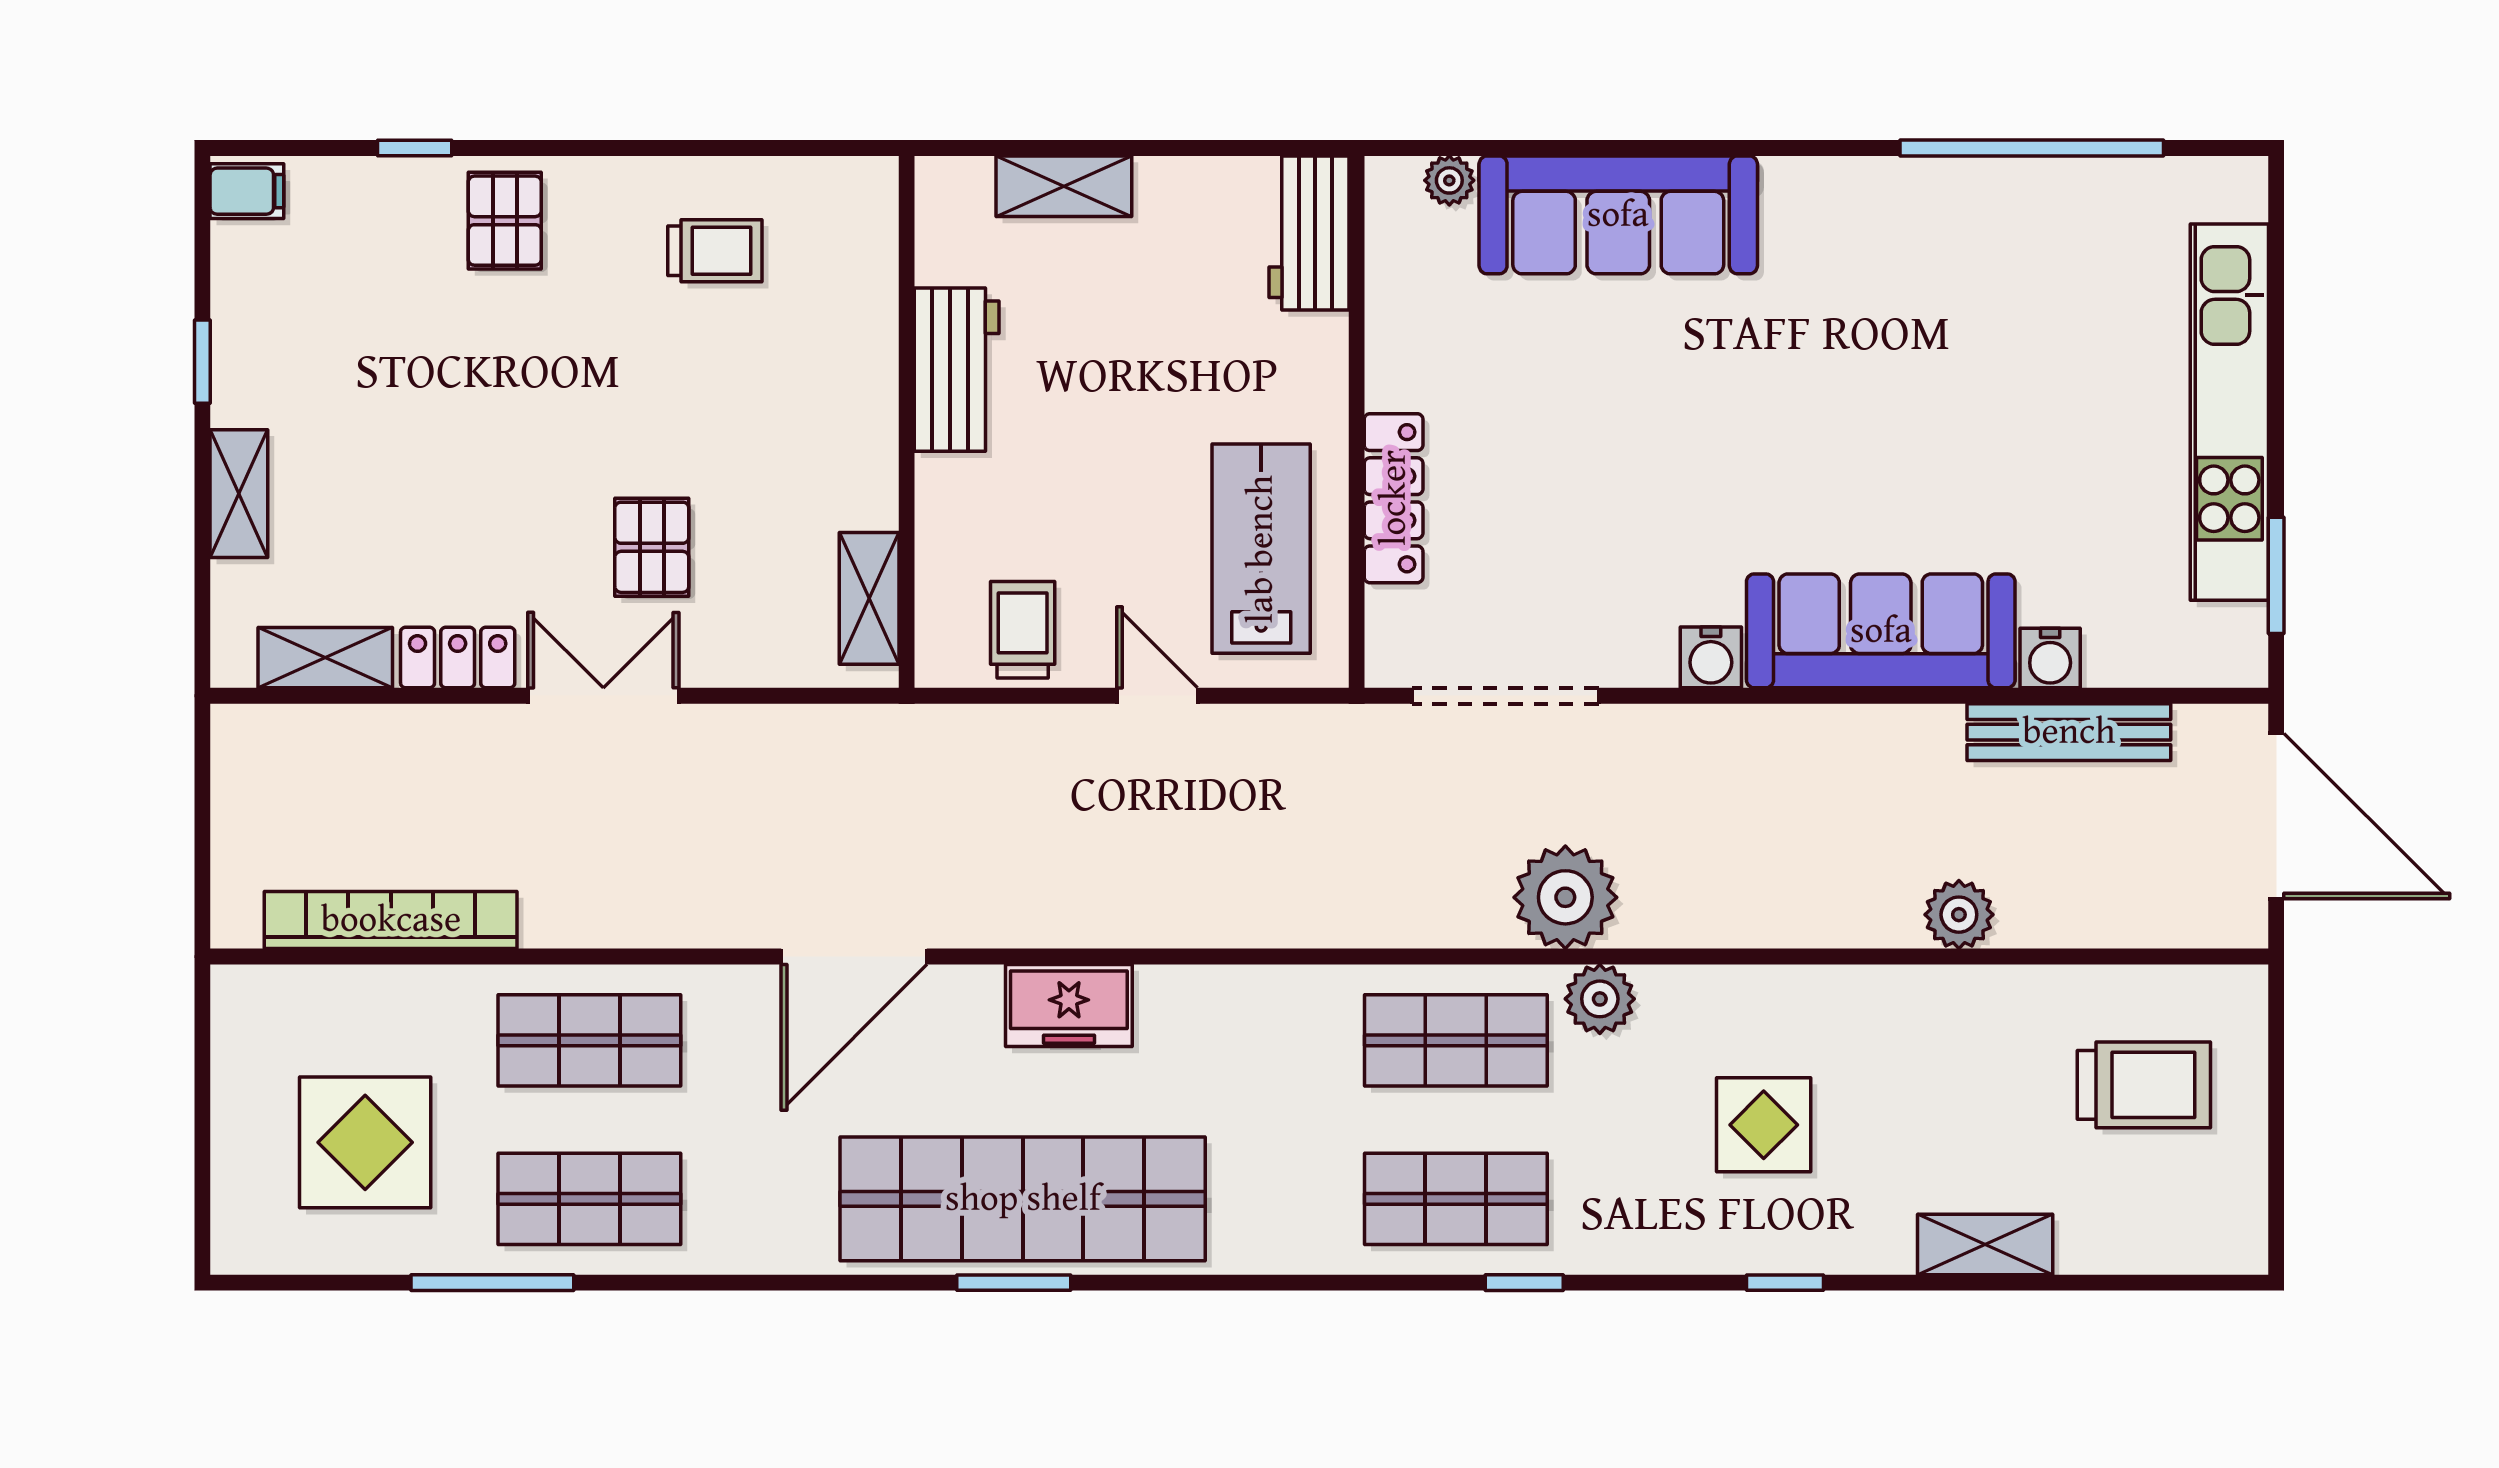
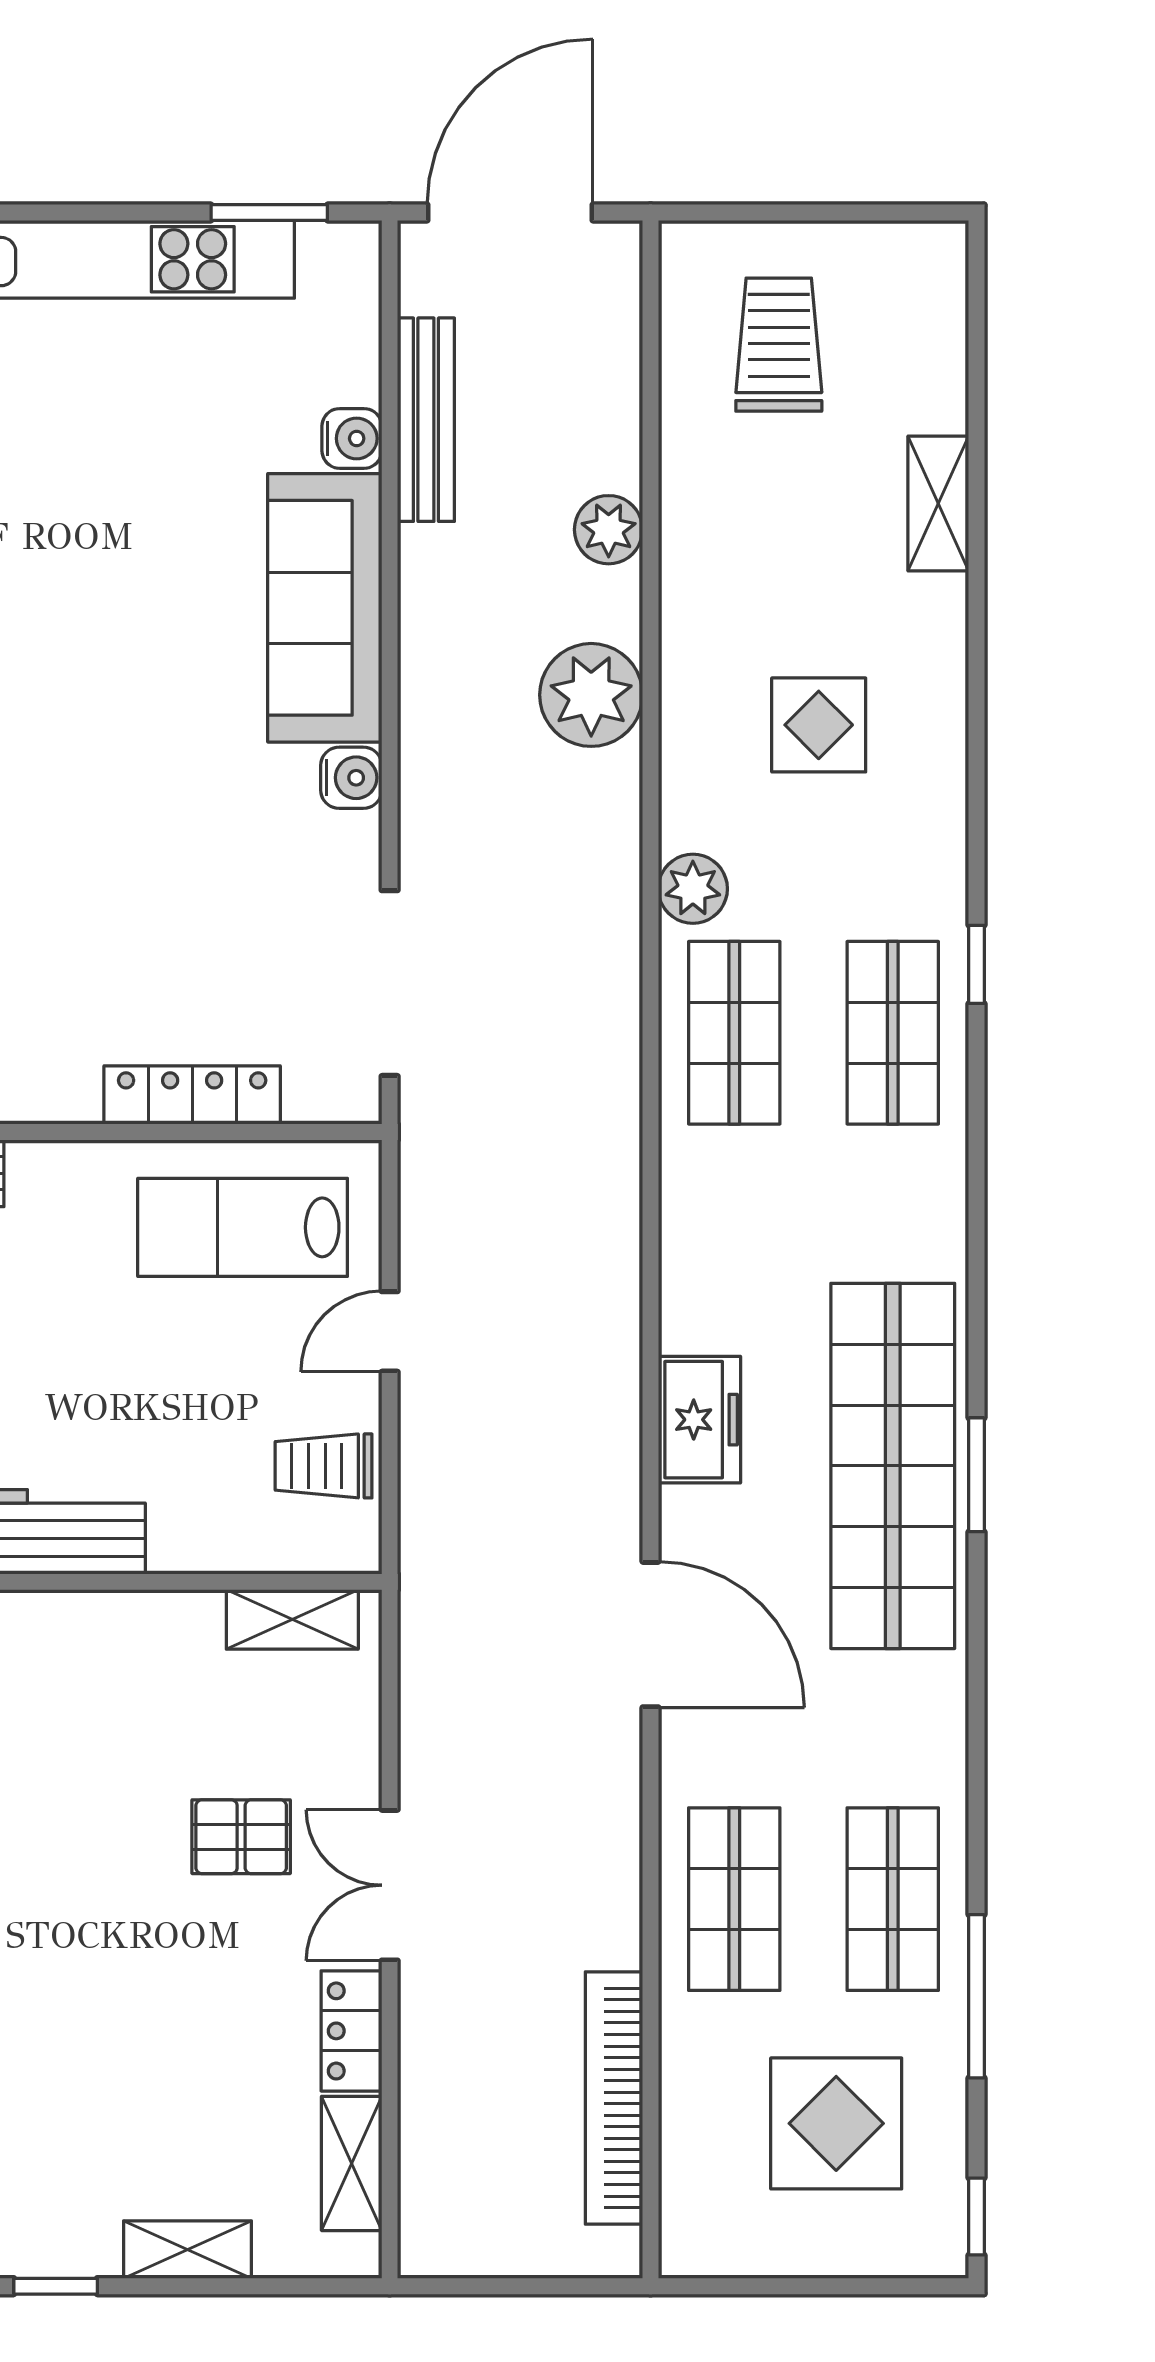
plant: (1565, 897) -> (591, 695), moved
window: (1785, 1283) -> (977, 2217), moved

